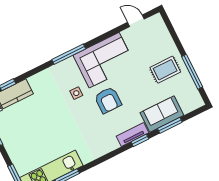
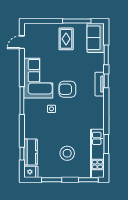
armchair: (108, 100) -> (67, 89), turned 180
sofa: (162, 114) -> (96, 38), moved
stool: (34, 137) -> (67, 153), added

